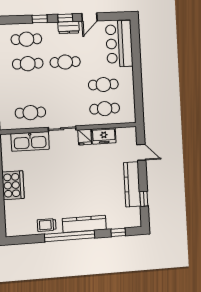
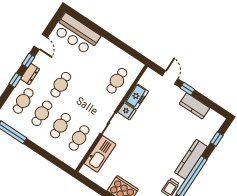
dresser: (69, 28) -> (30, 74), moved
cafe table: (103, 85) -> (60, 126), moved
door: (141, 152) -> (170, 77), hinge flipped
kitchen counter: (132, 184) -> (194, 106), width x0.67
window: (144, 199) -> (187, 89), moved

